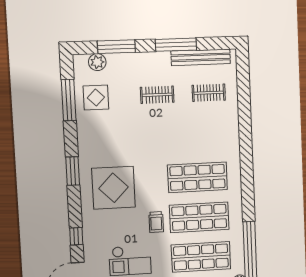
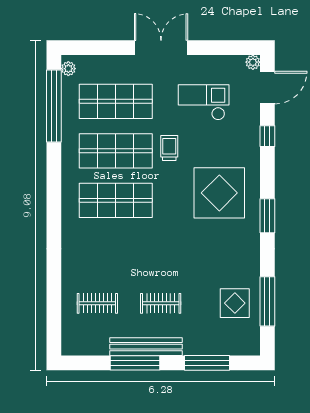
bench: (201, 57) -> (146, 347), moved
plant: (97, 62) -> (231, 345), removed

